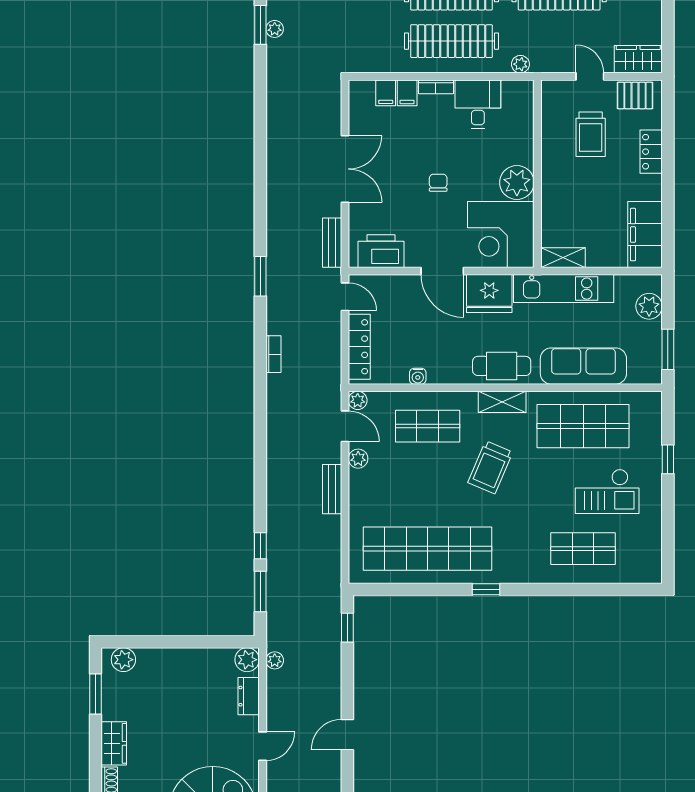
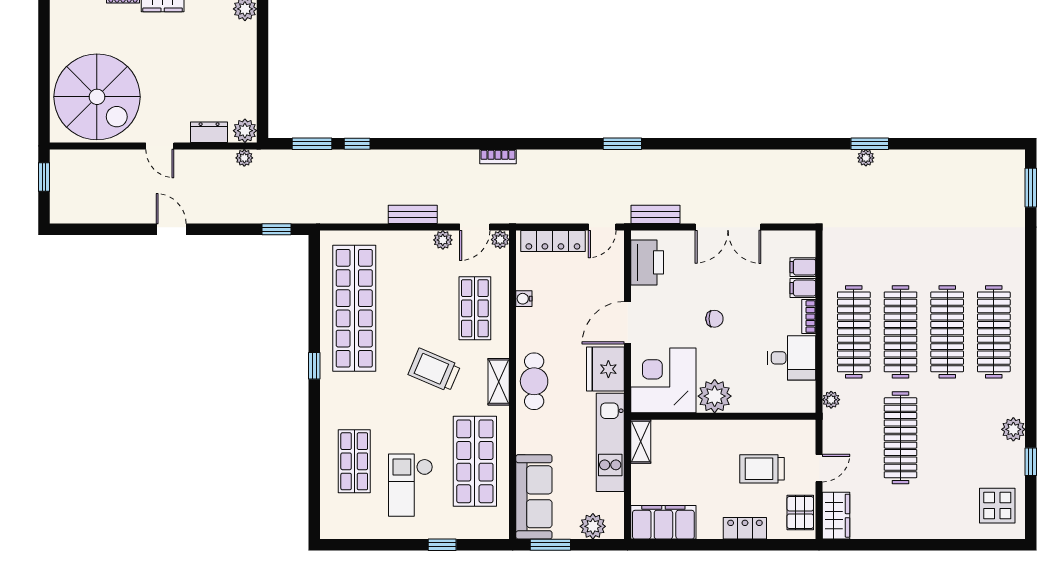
bookcase: (273, 354) -> (498, 157), moved
sofa: (583, 366) -> (534, 497), moved

